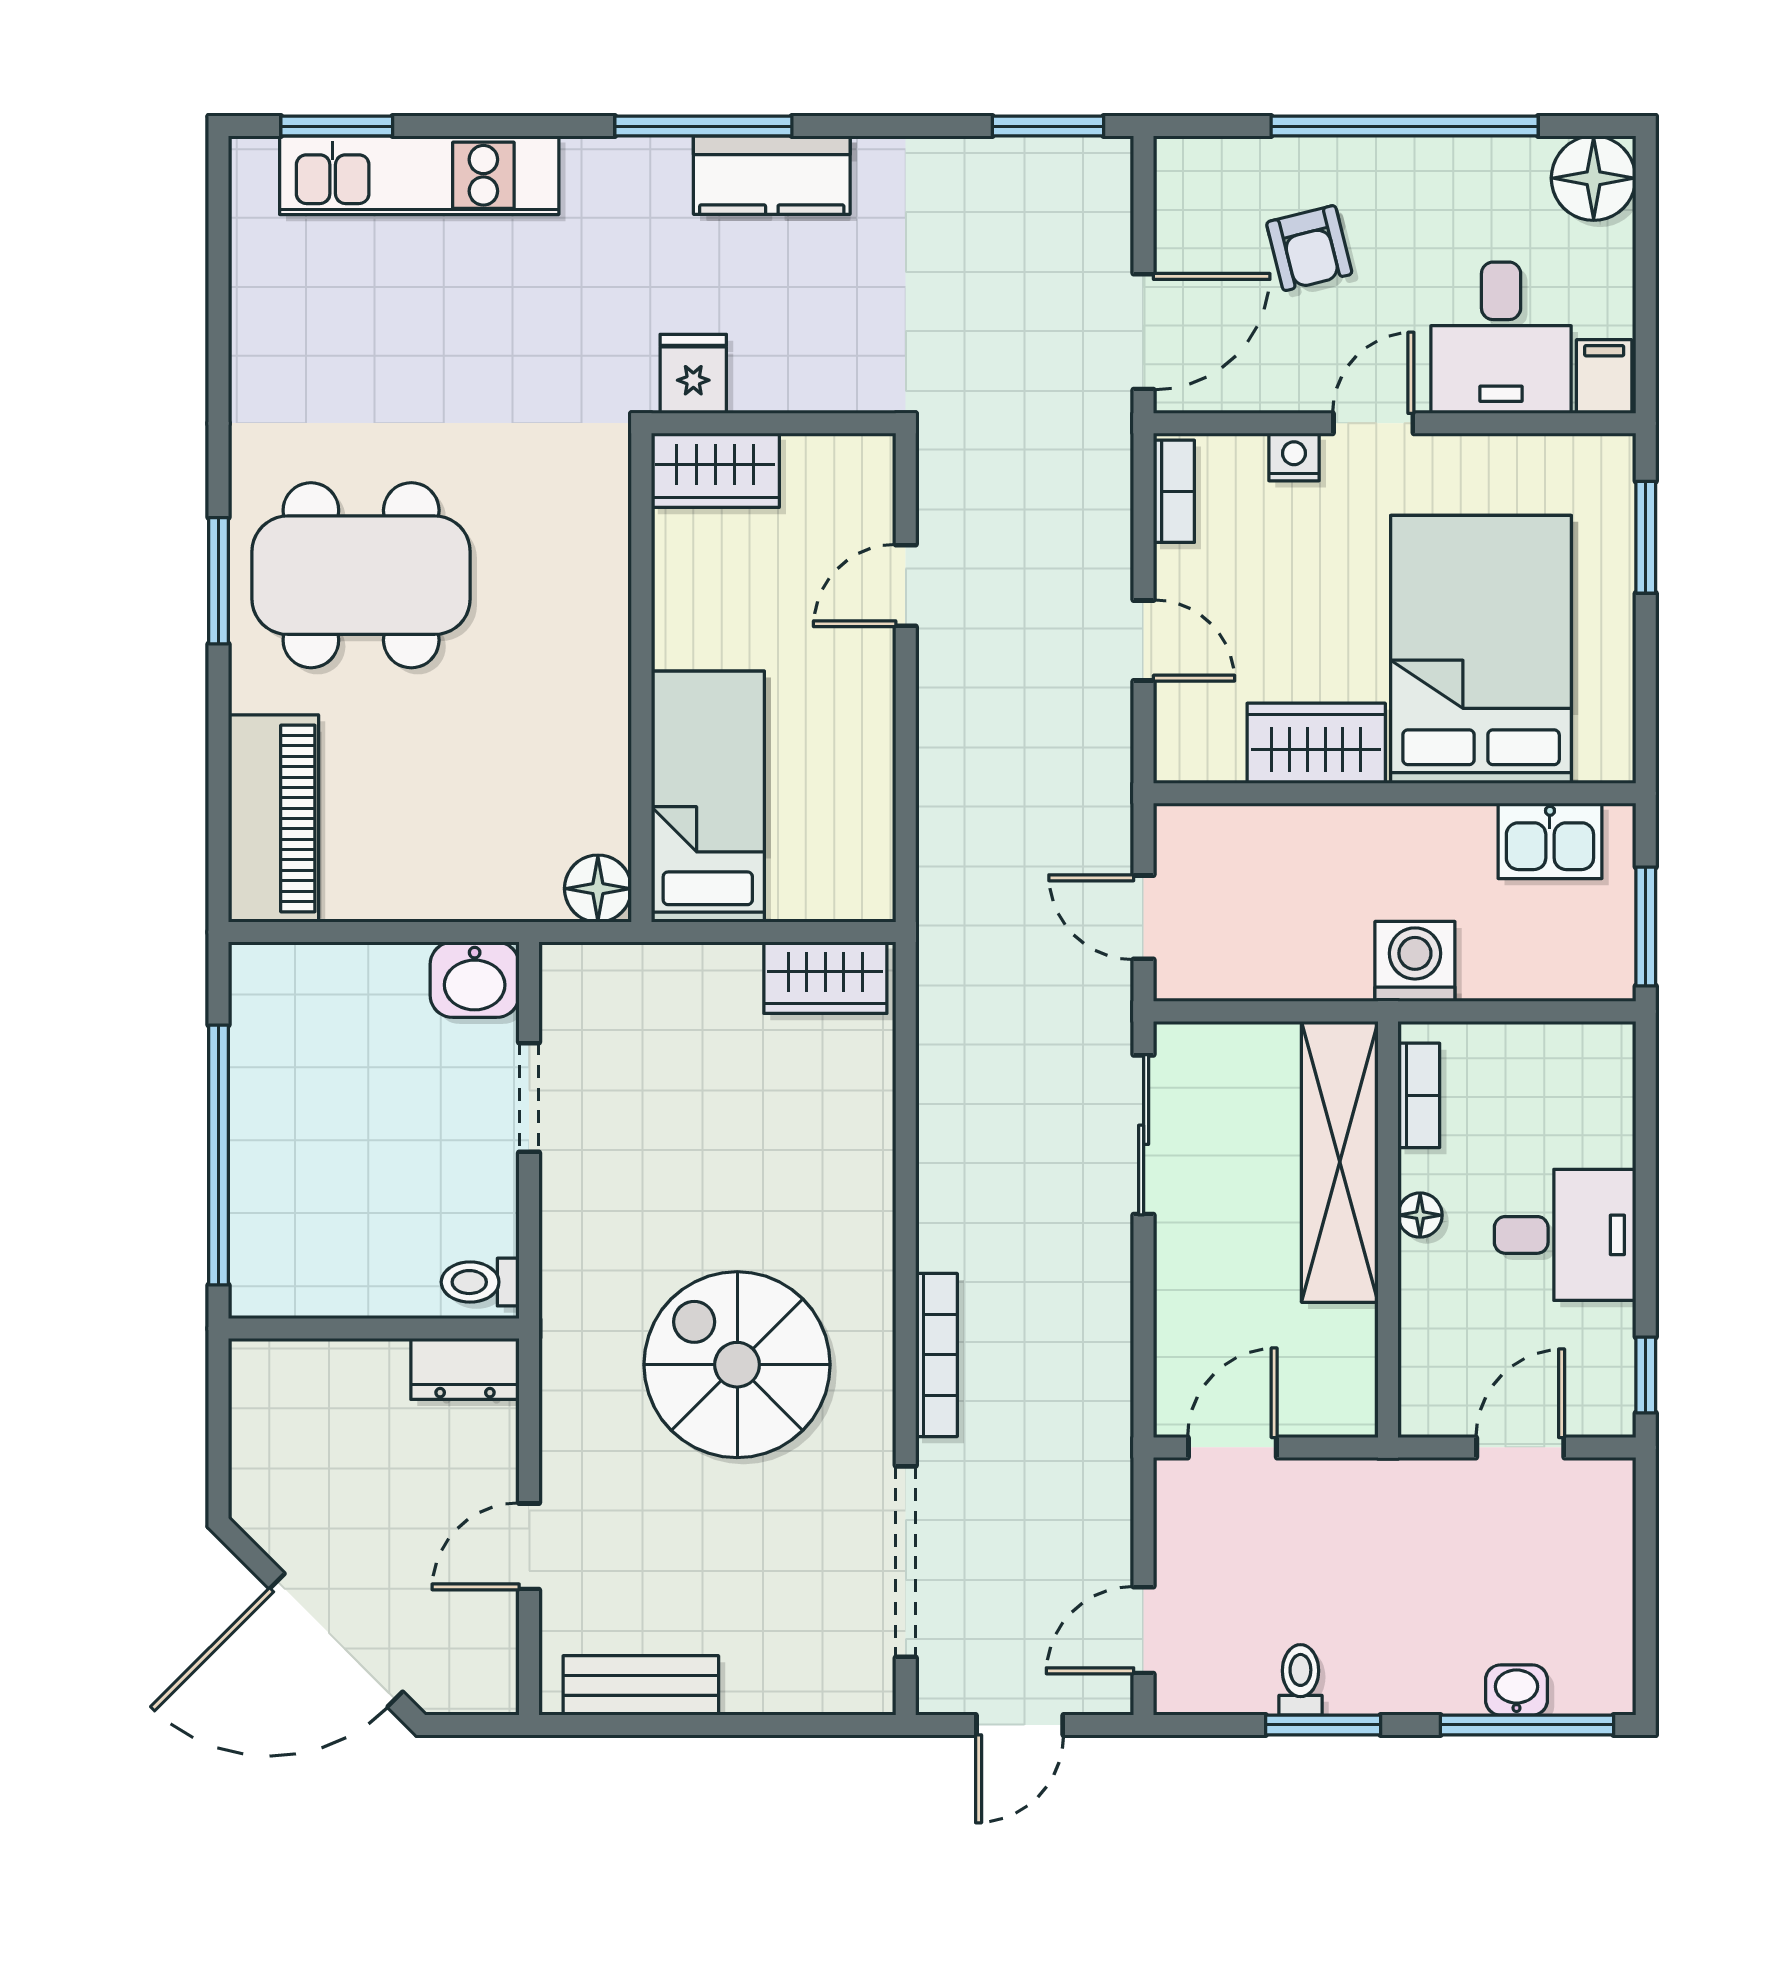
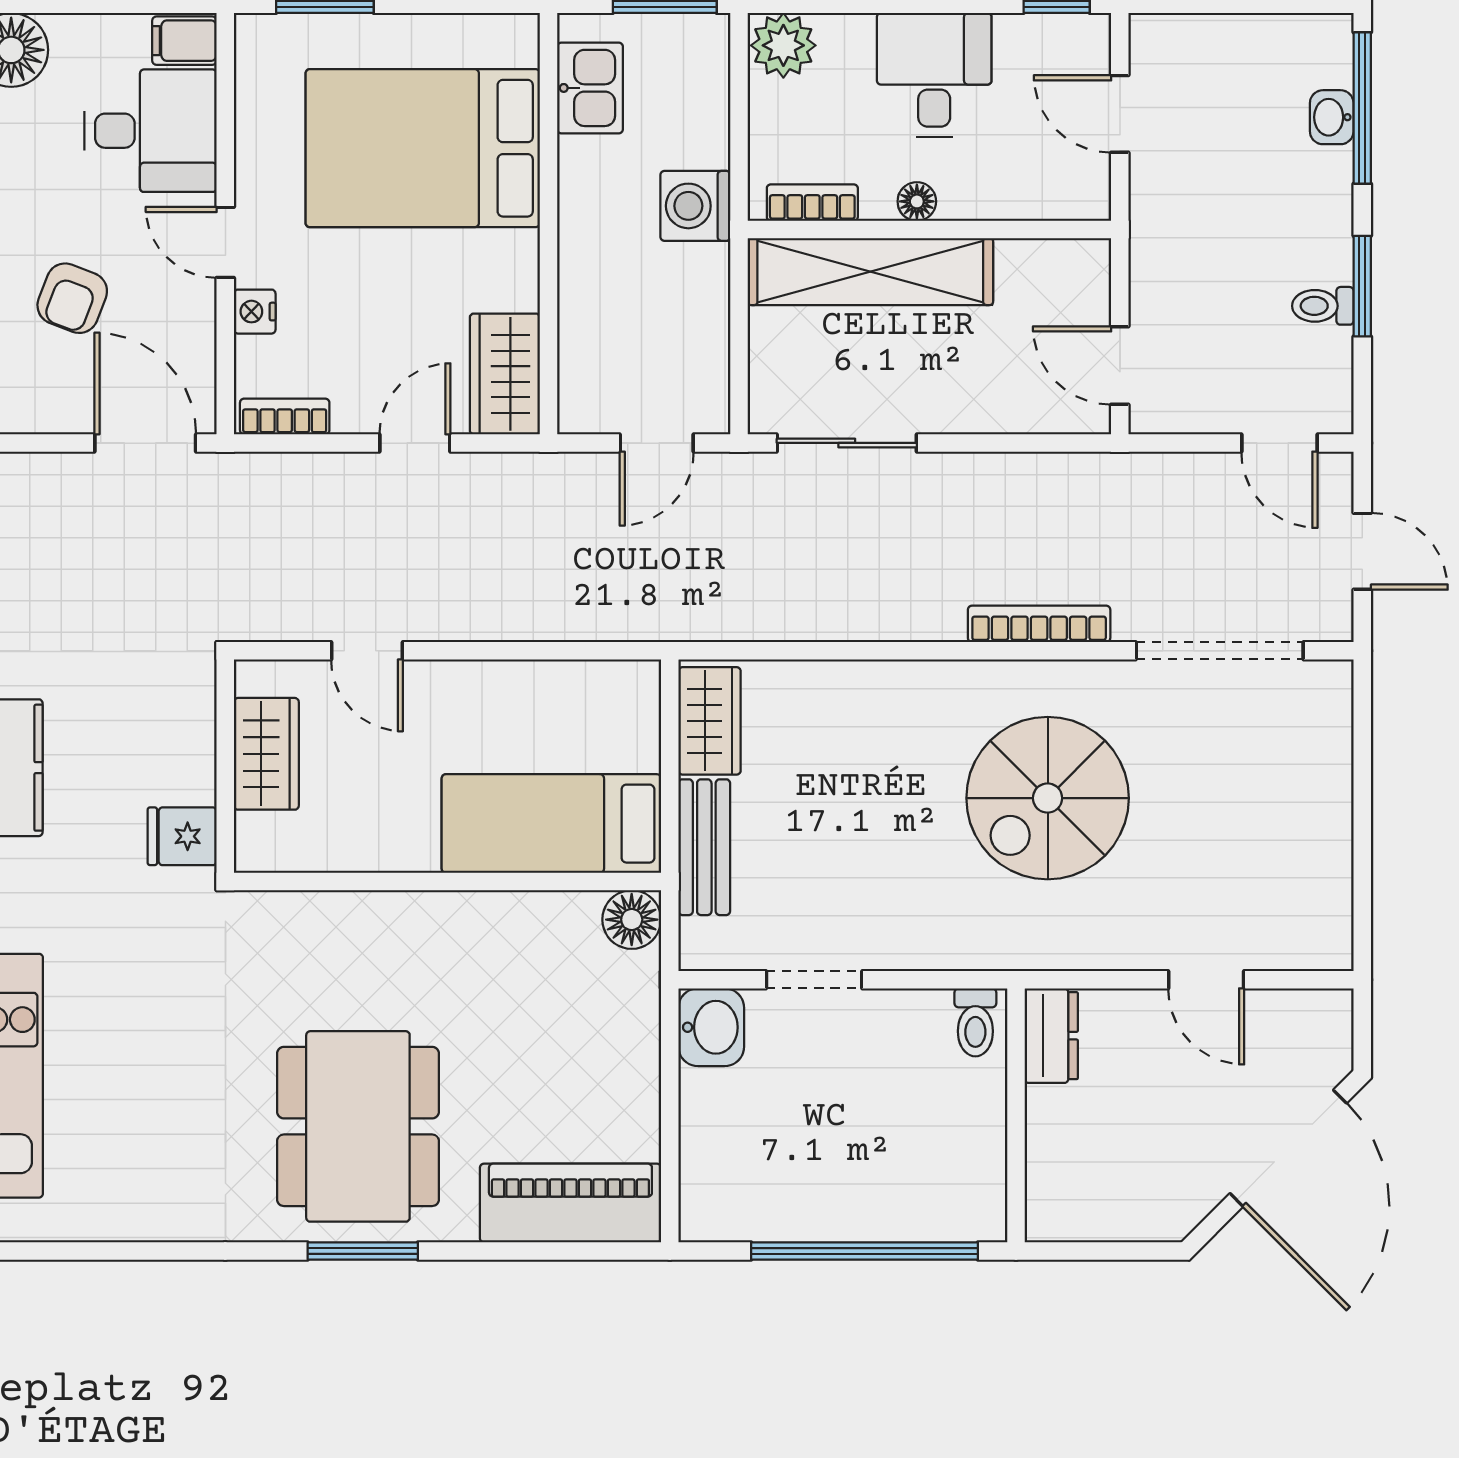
armchair: (1309, 248) -> (72, 298), turned 125
wardrobe: (715, 470) -> (266, 754), moved
wardrobe: (1316, 743) -> (505, 374), moved
plant: (1599, 1062) -> (783, 45), added
bench: (641, 1685) -> (704, 847), moved

